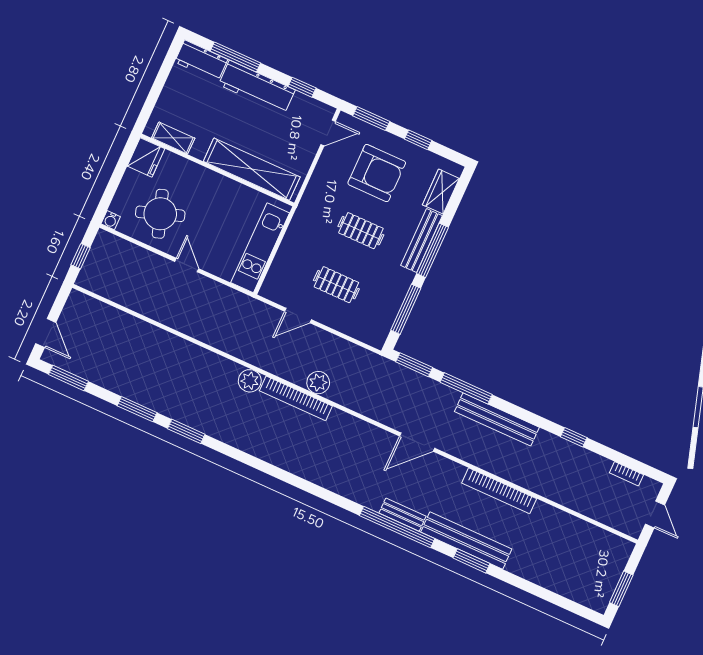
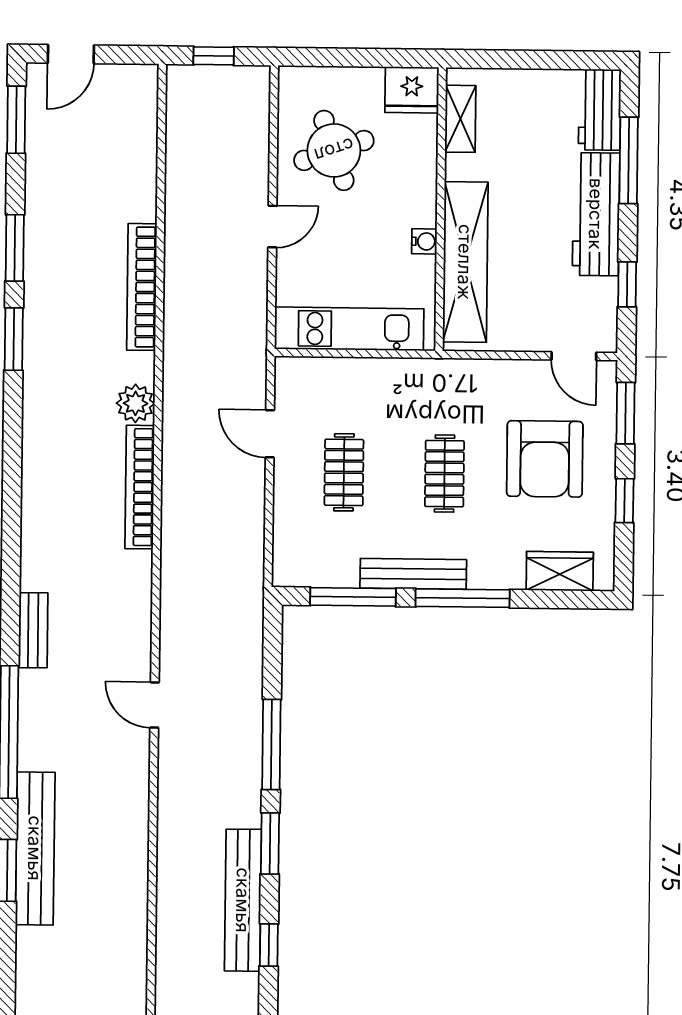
water cooler: (111, 220) -> (424, 241), moved, turned 180
bench: (422, 241) -> (413, 574), moved
window: (414, 365) -> (270, 844), moved
plant: (318, 383) -> (179, 511), removed
bench: (497, 419) -> (243, 900), moved
door: (417, 442) -> (154, 705), width x0.73
bookcase: (499, 491) -> (142, 287), moved
bench: (403, 515) -> (33, 630), moved

